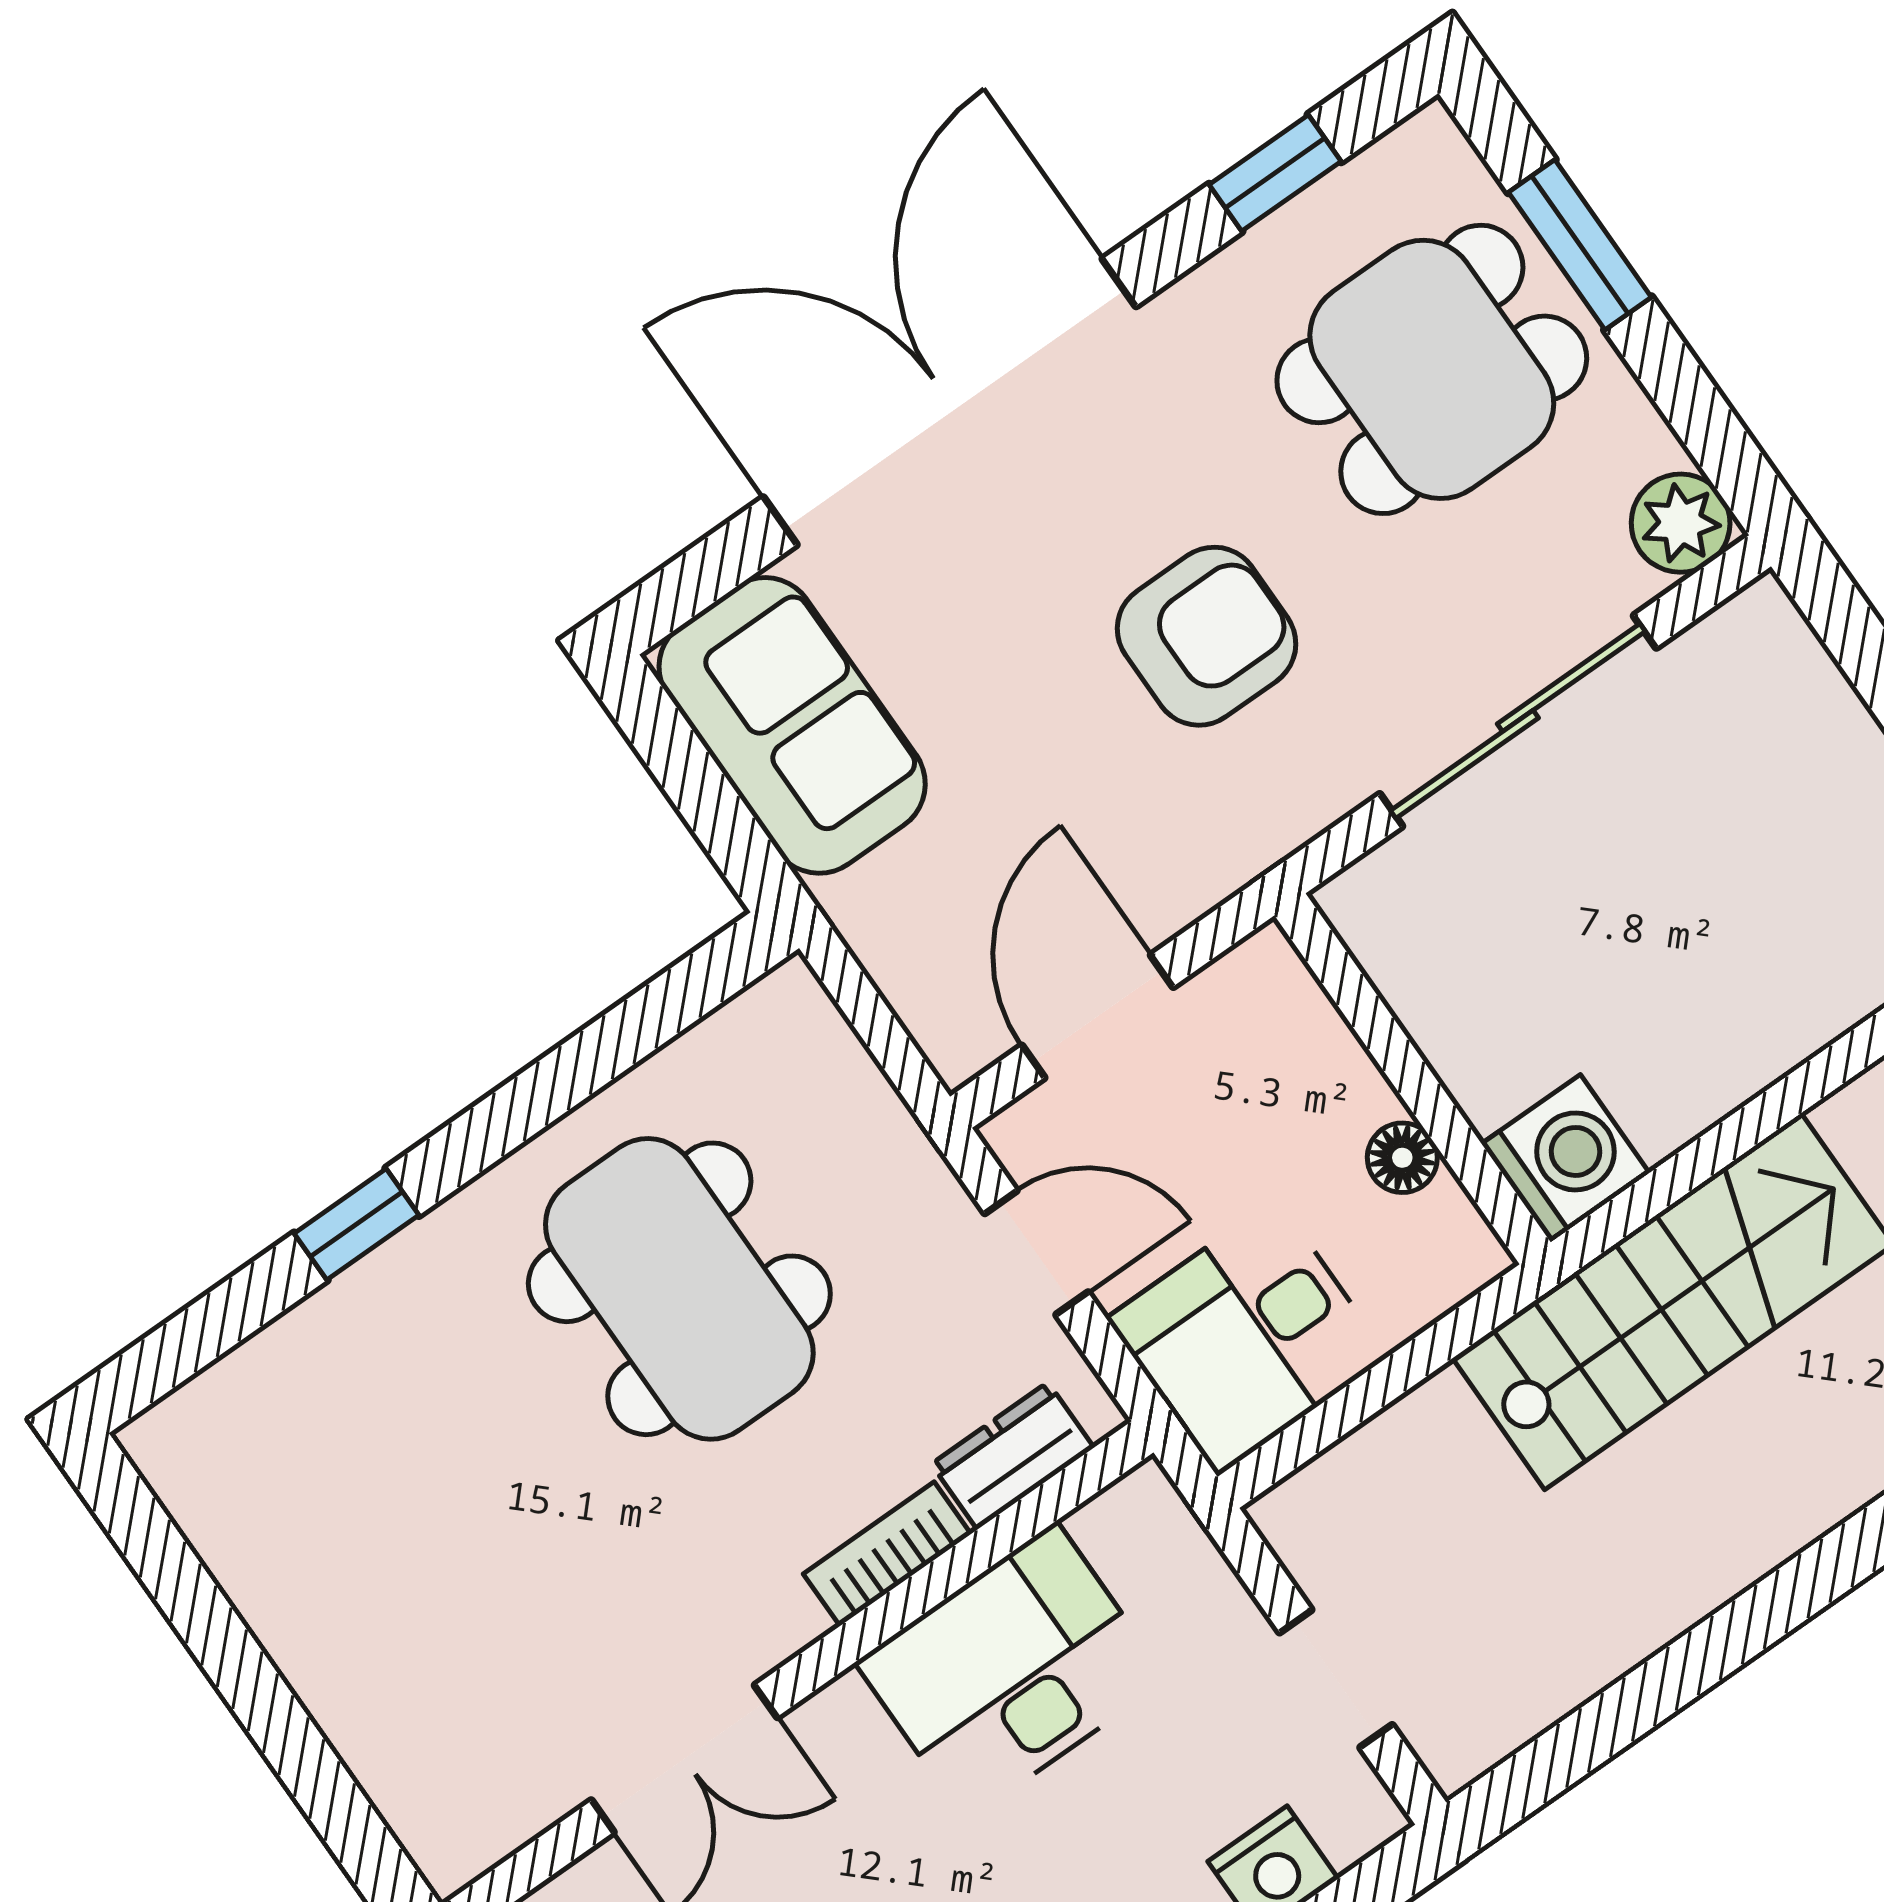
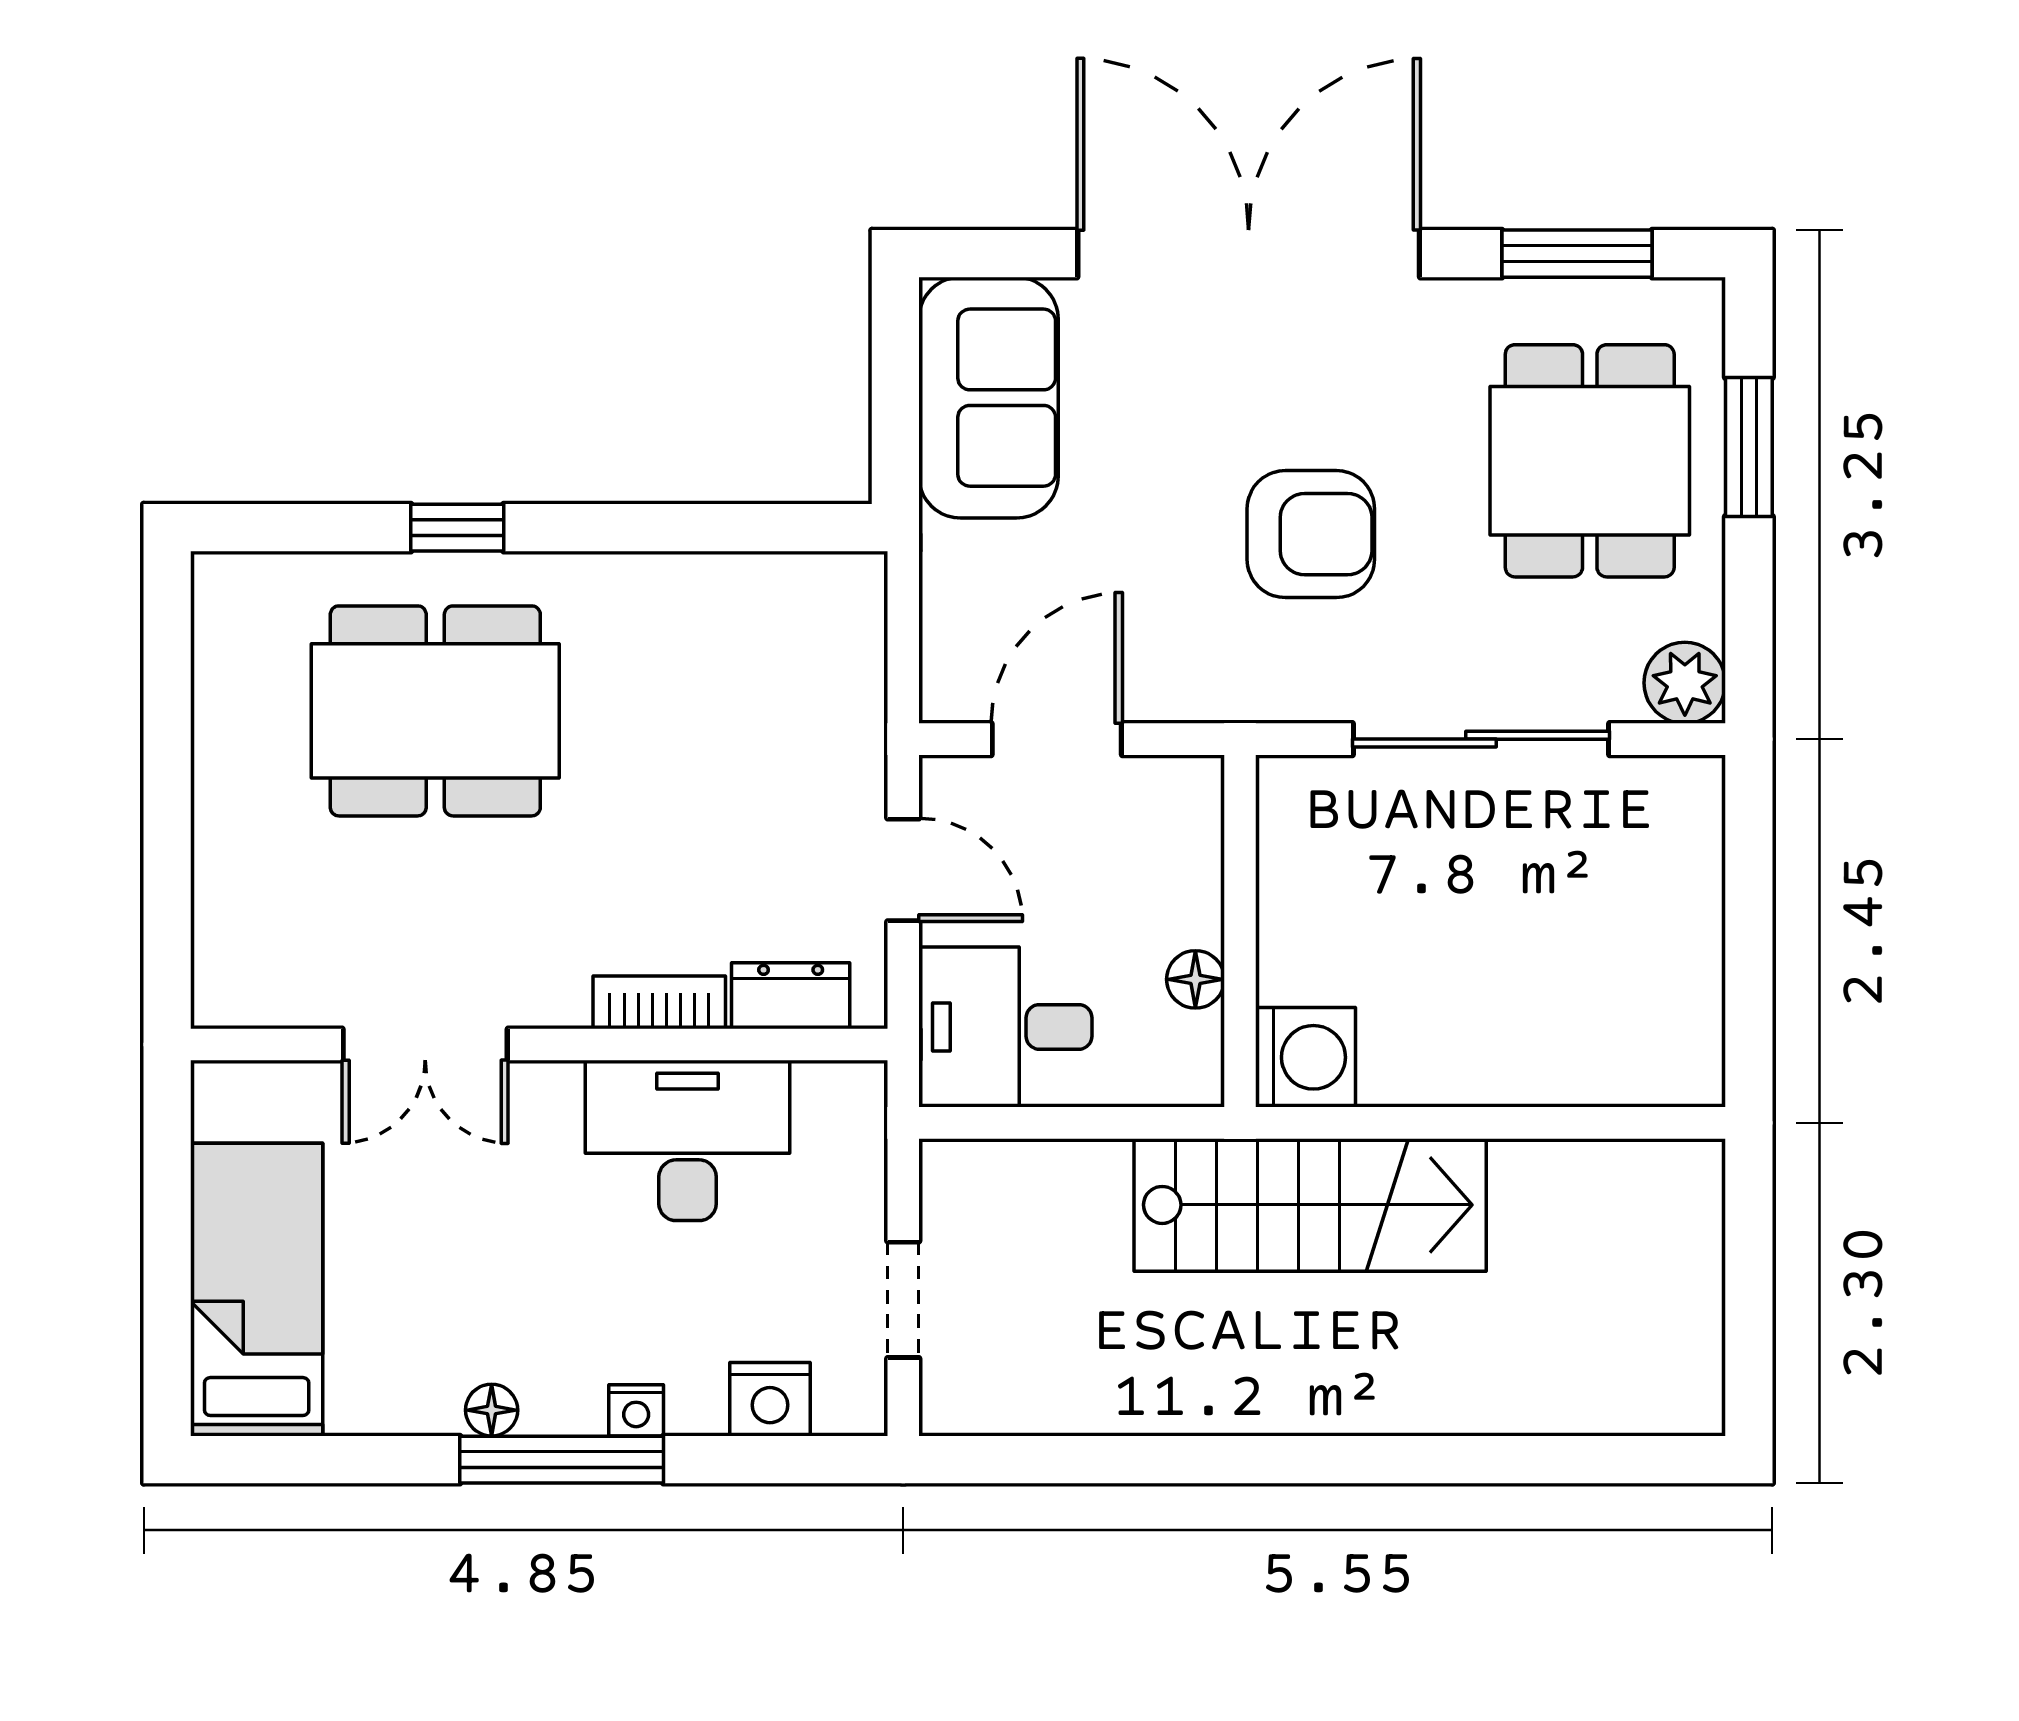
window: (1275, 173) -> (1577, 254), width x1.50
dining table: (1432, 369) -> (1590, 461), turned 90
dining table: (679, 1289) -> (435, 711), moved, turned 90

